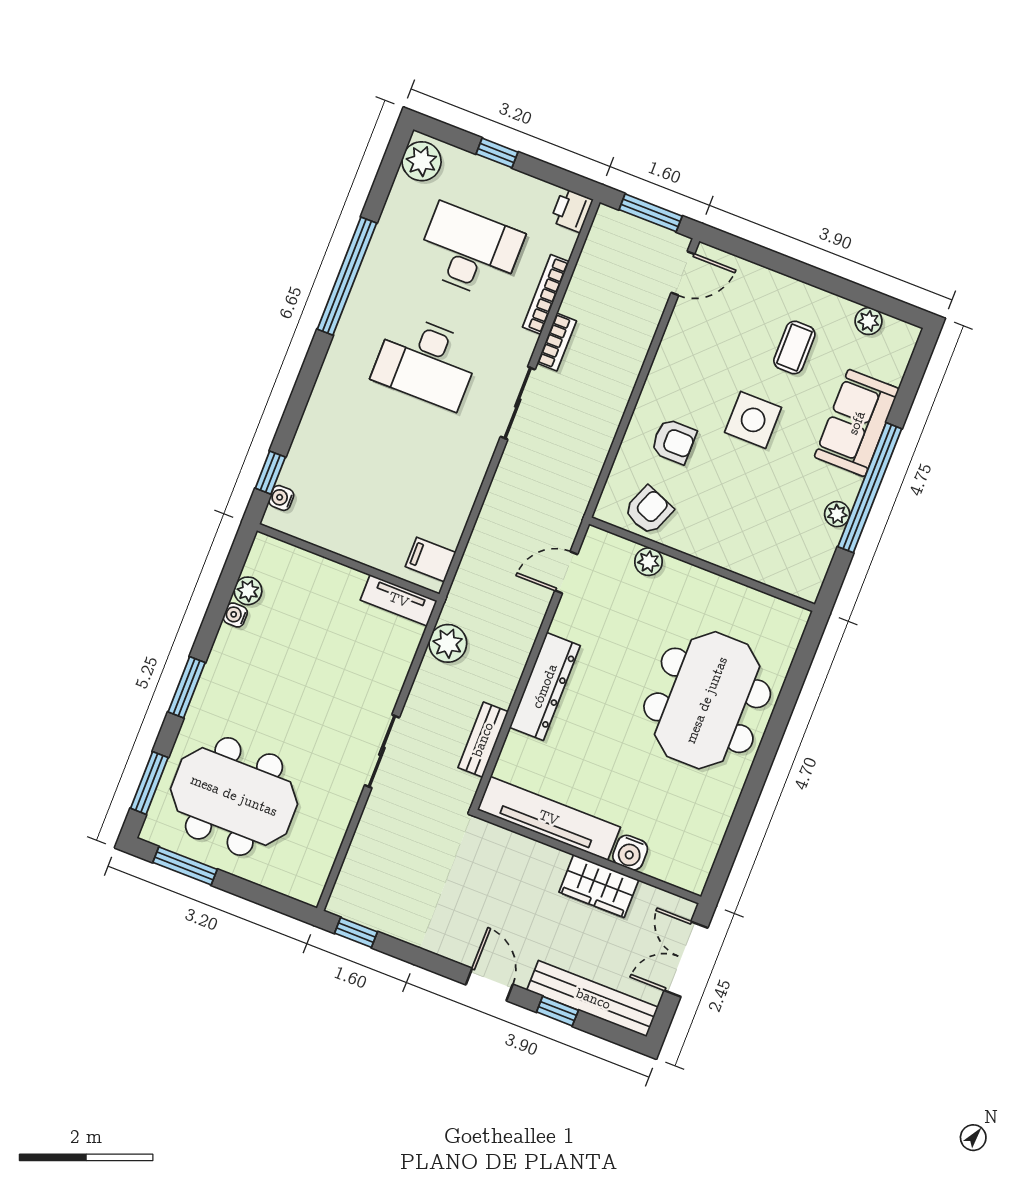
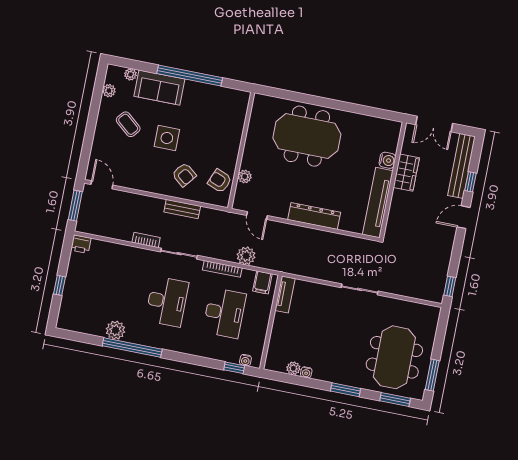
plant: (422, 161) -> (115, 330), moved
desk: (469, 251) -> (224, 313), moved, turned 180
bookcase: (546, 294) -> (222, 269), moved
coffee table: (794, 347) -> (128, 124), turned 40
armchair: (674, 441) -> (184, 175), turned 129
plant: (837, 514) -> (131, 74), moved
plant: (448, 643) -> (246, 256), moved
bench: (483, 740) -> (182, 209), moved

